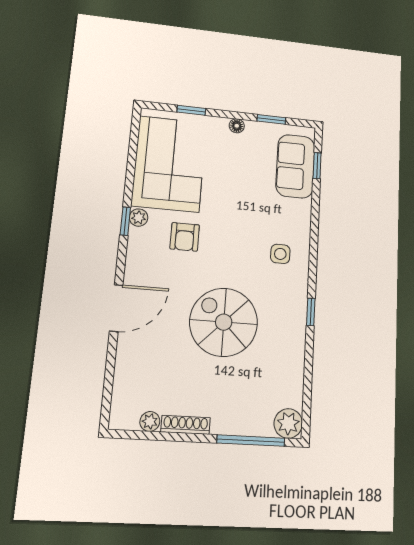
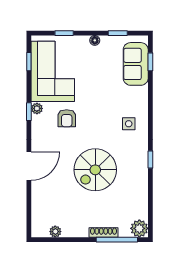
window: (133, 145) -> (29, 62), added
spiral stairs: (224, 322) -> (95, 170), turned -90
shoe rack: (186, 425) -> (103, 232), moved

